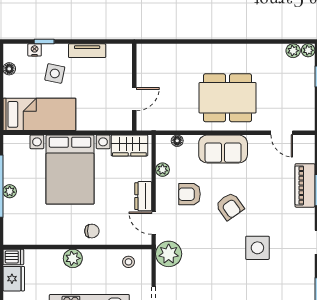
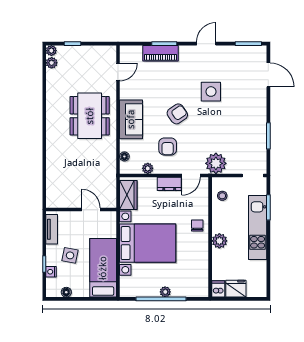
wall: (134, 87) -> (81, 210), moved
door: (134, 99) -> (91, 210), moved

